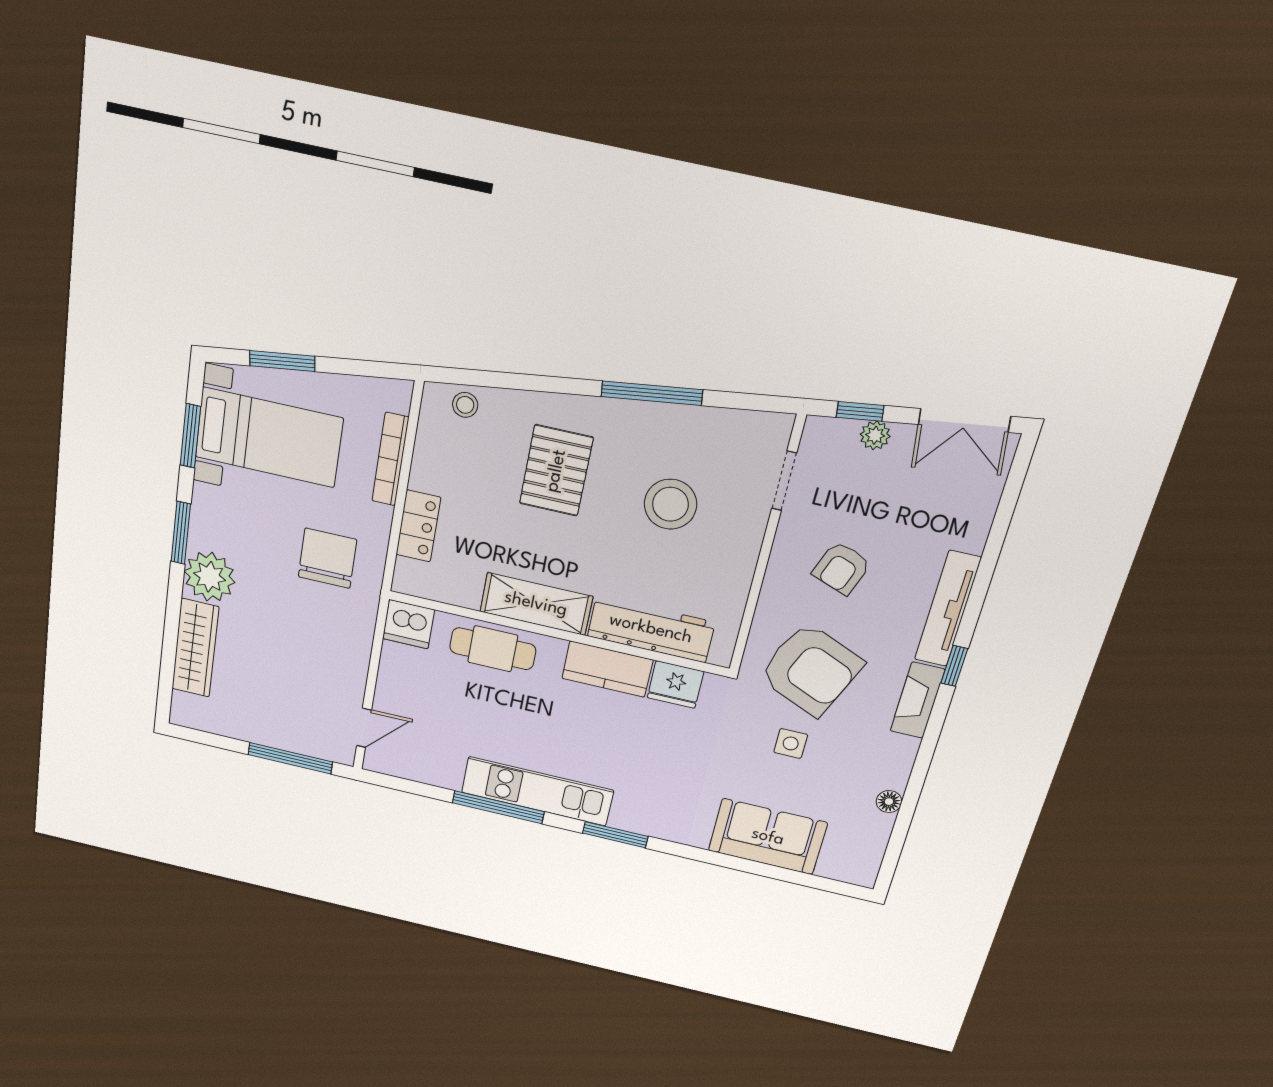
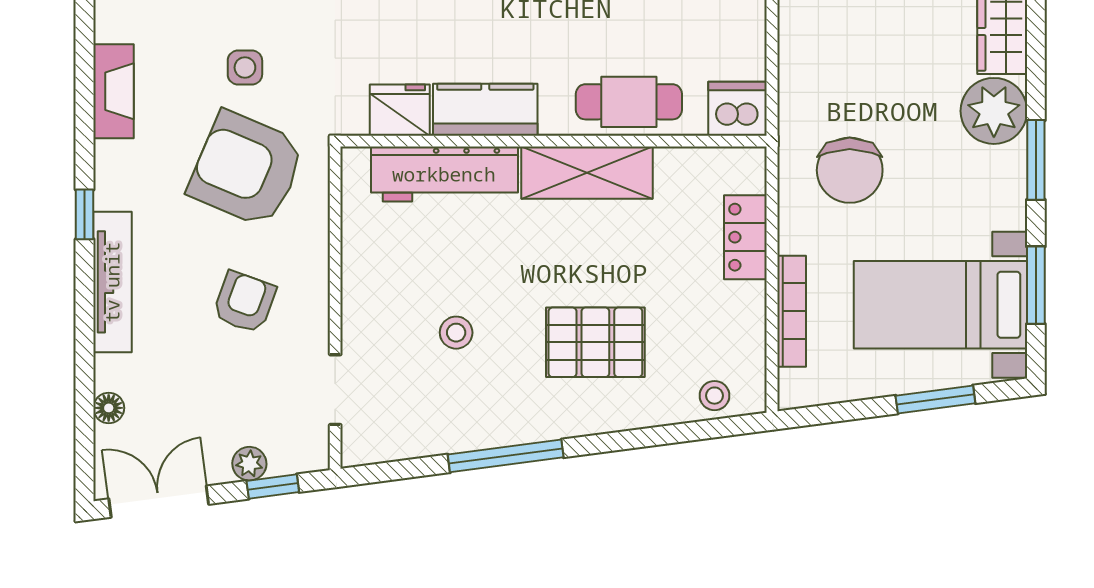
pallet: (556, 471) -> (595, 342), turned 90
stool: (670, 504) -> (456, 333), width x0.53, depth x0.53
fireplace: (917, 700) -> (113, 91), moved
floor lamp: (889, 802) -> (109, 408), moved

